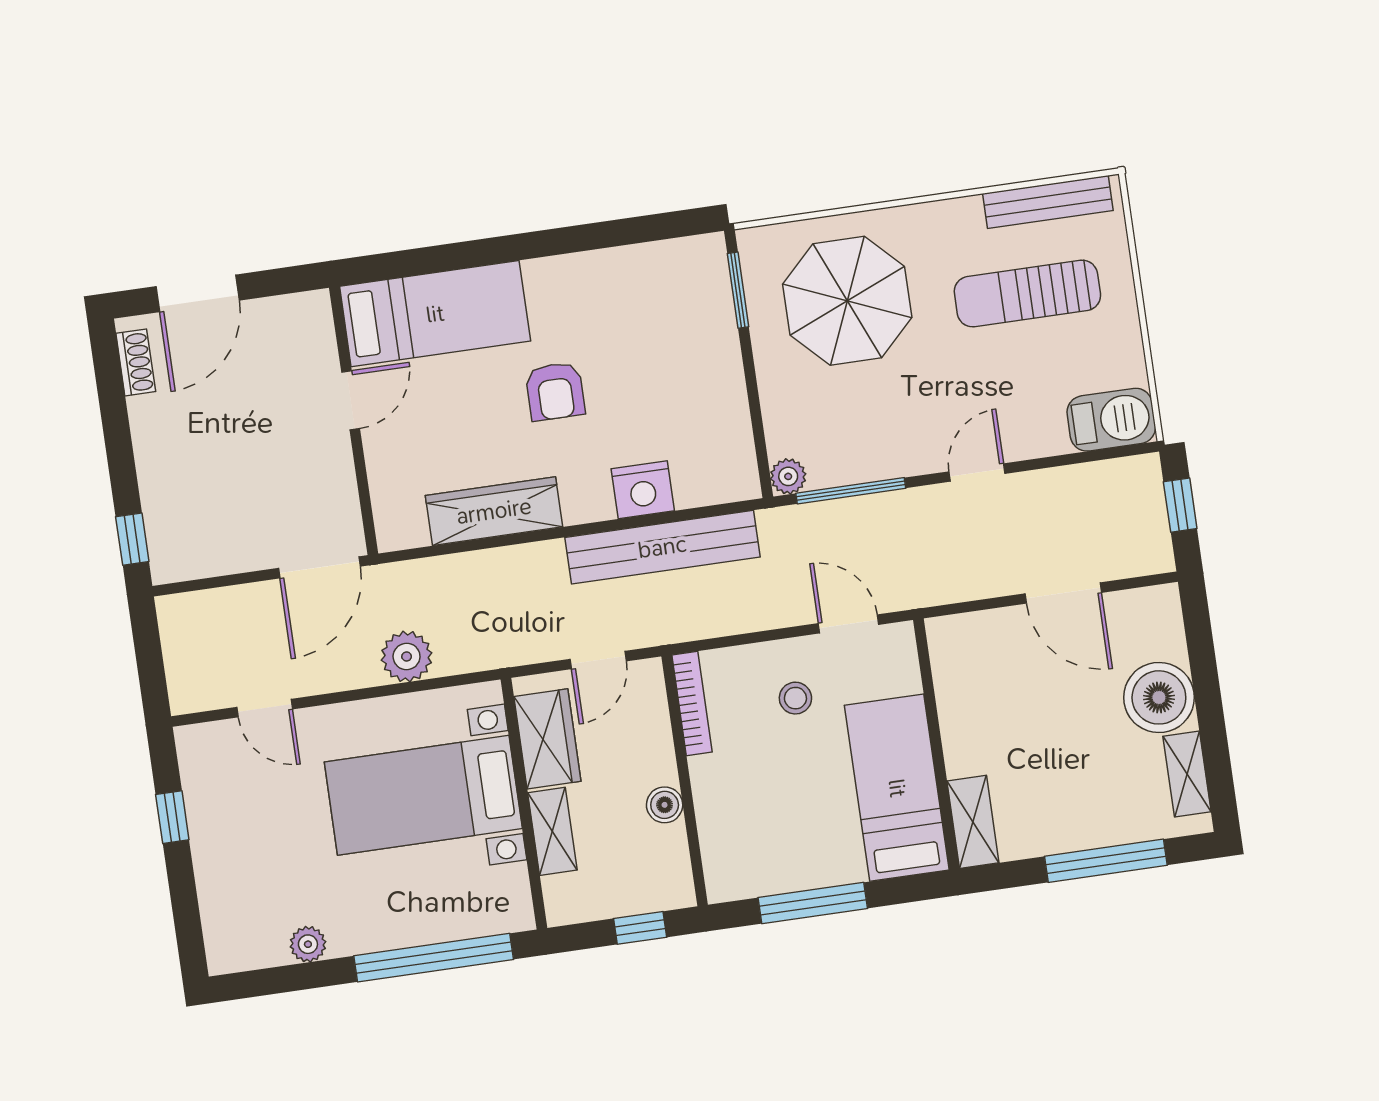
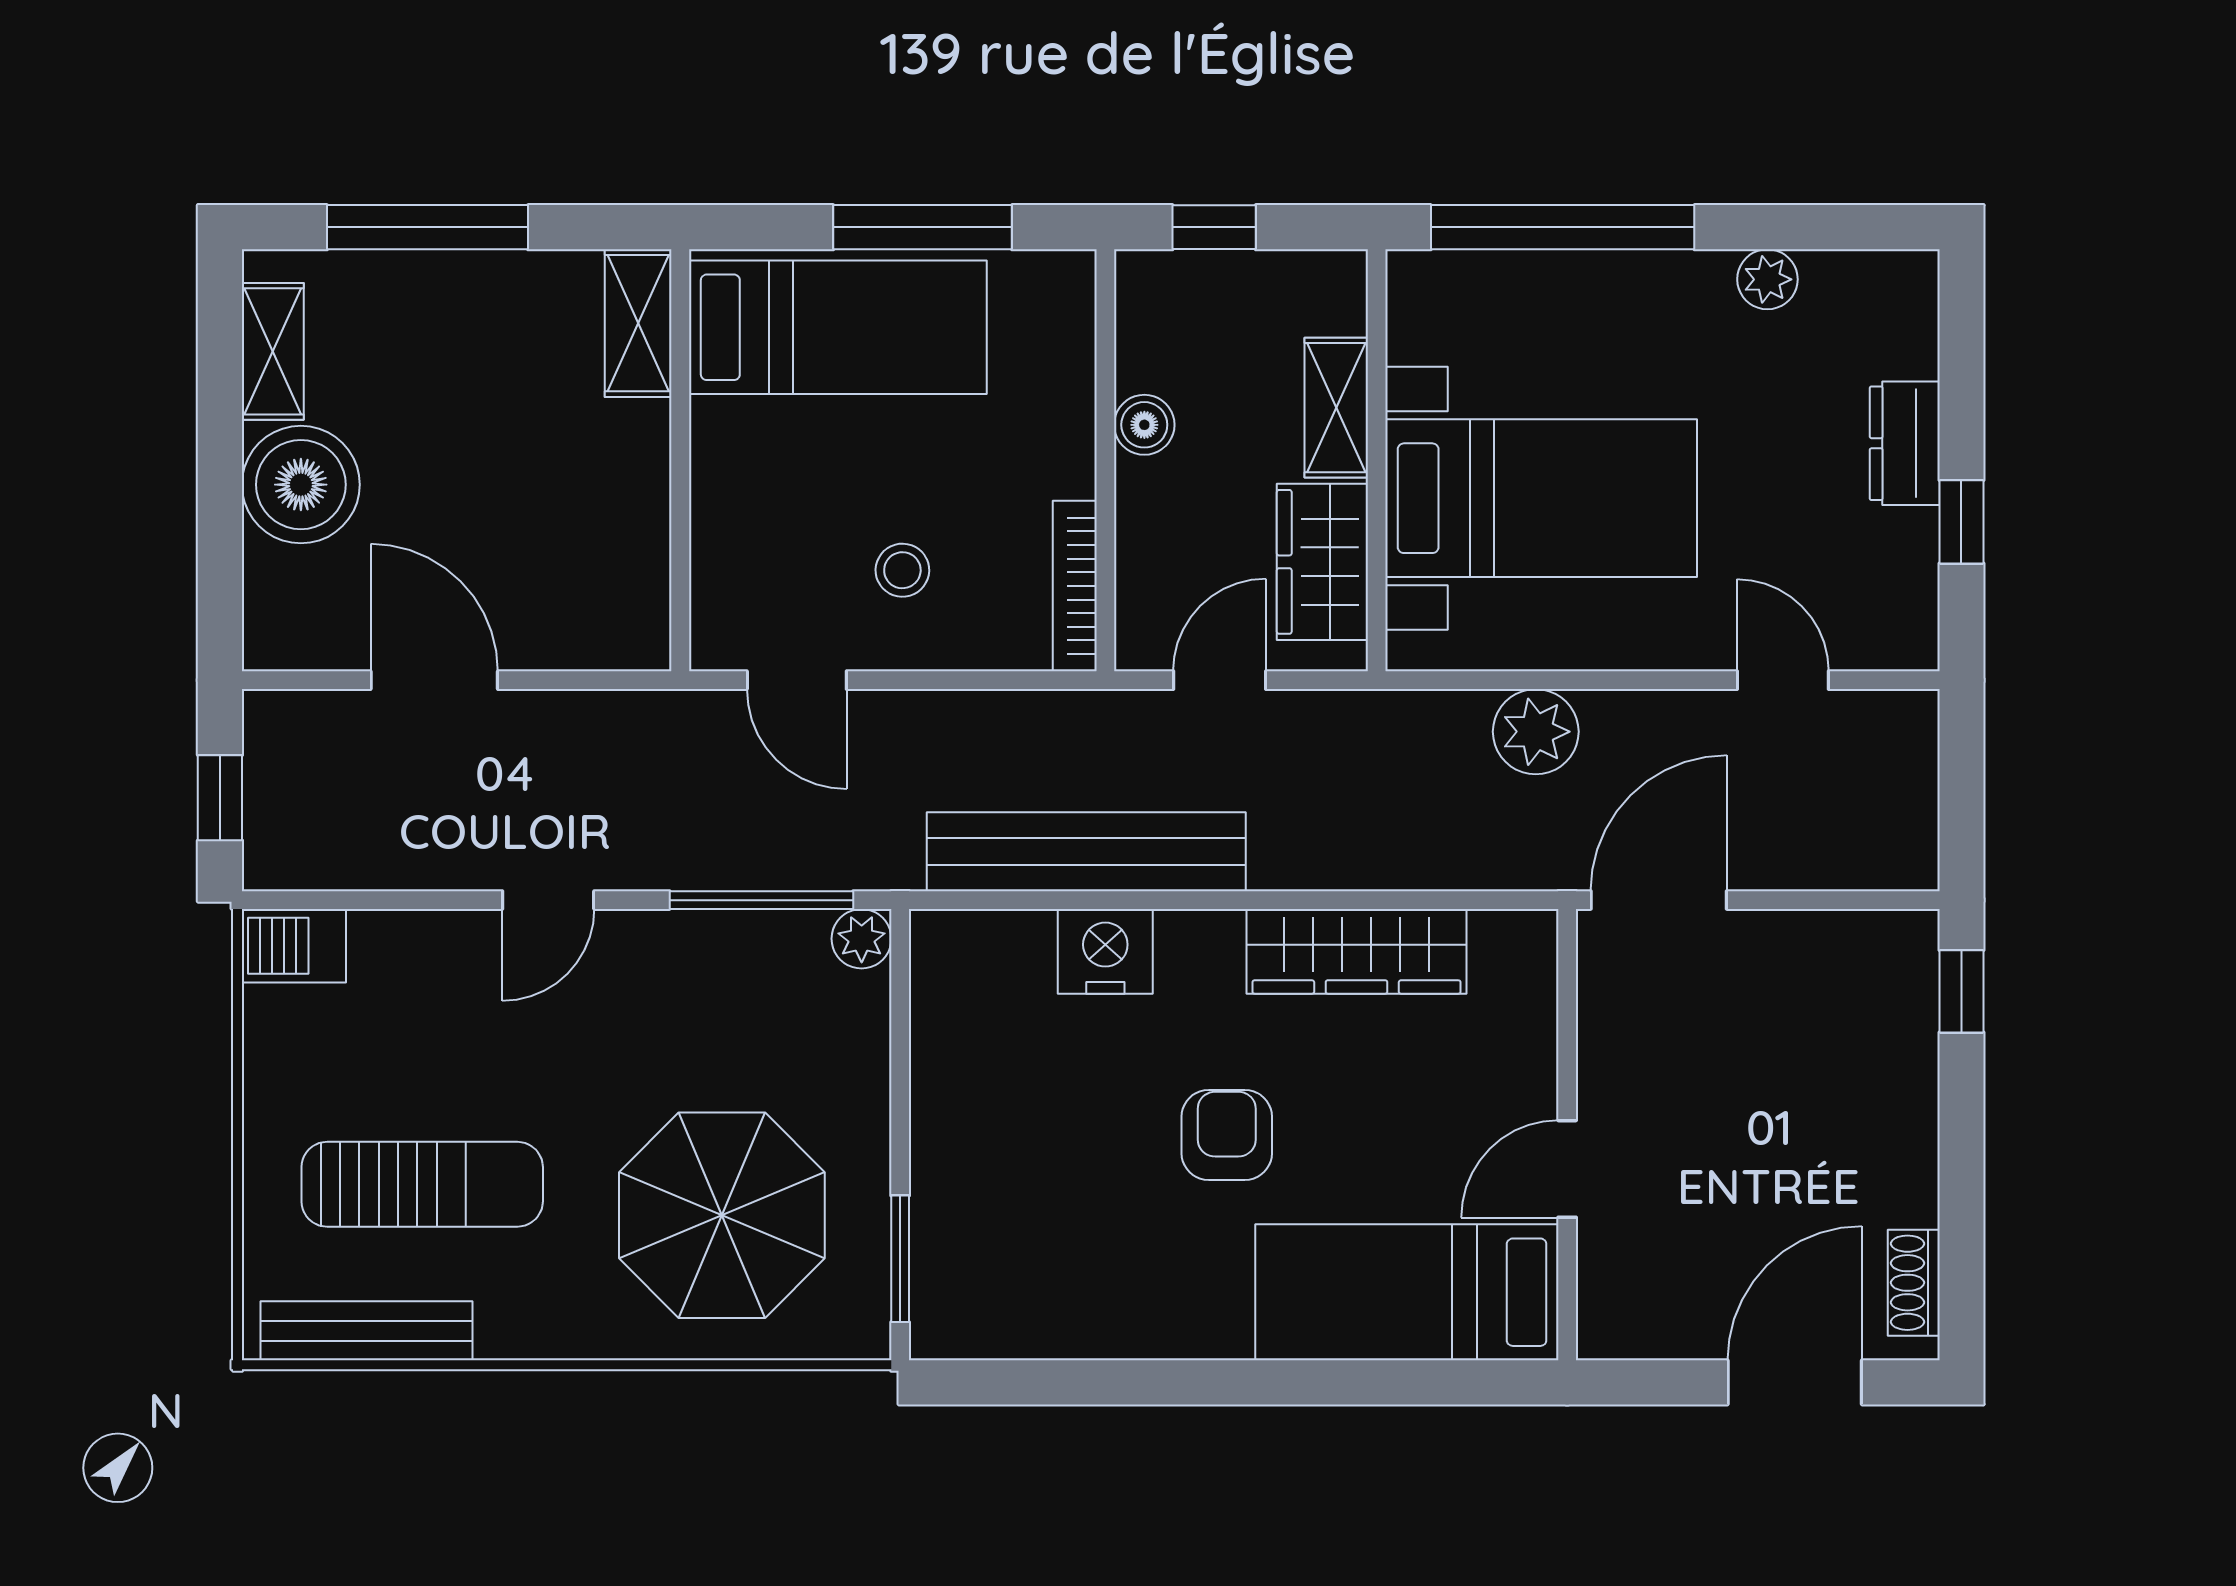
barbecue: (1111, 420) -> (294, 946), width x0.73, depth x0.79
bed: (897, 788) -> (838, 327), moved, turned -90
dresser: (213, 859) -> (1905, 443), added

